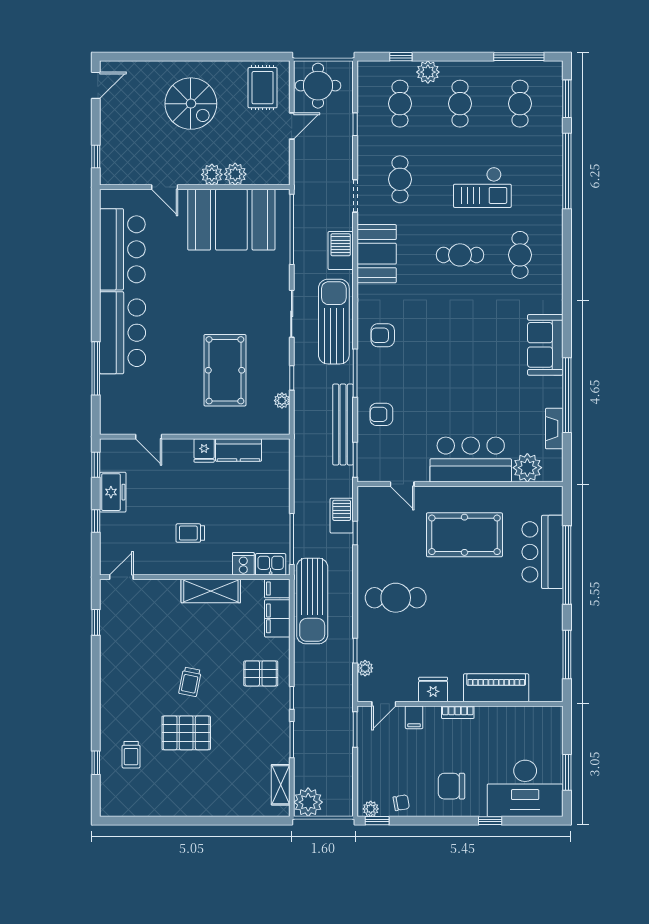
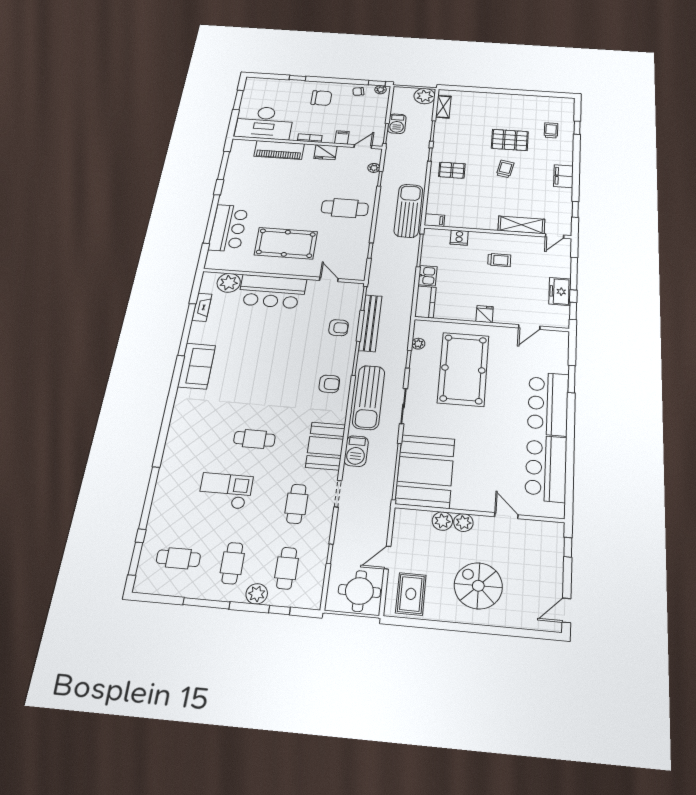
window: (519, 57) -> (206, 603), moved
cafe table: (520, 104) -> (178, 558), turned 90
booth: (231, 220) -> (425, 471), moved, turned 90
cafe table: (520, 255) -> (204, 435), removed
window: (96, 368) -> (572, 379), width x0.69
pool table: (225, 370) -> (463, 369), width x1.36, depth x1.32
door: (149, 437) -> (529, 327), swing flipped
kitchen counter: (239, 450) -> (425, 302), moved, turned 90
barbecue: (342, 516) -> (397, 124), moved
window: (96, 521) -> (574, 273), width x2.17
kitchen sink: (271, 564) -> (428, 276), moved, turned -90
shelving: (211, 591) -> (521, 225), moved
filing cabinet: (277, 618) -> (563, 176), moved, turned 180
desk: (525, 788) -> (264, 123), moved, turned 180

